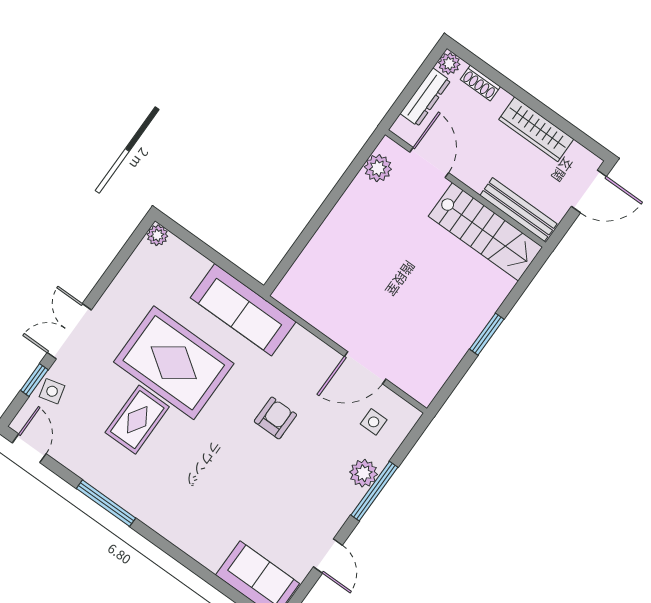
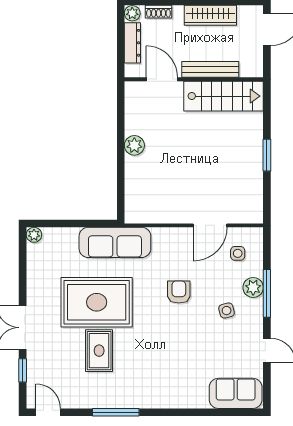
plant: (378, 168) -> (134, 145), moved
bench: (518, 210) -> (210, 69), moved
side table: (52, 391) -> (227, 311), moved

